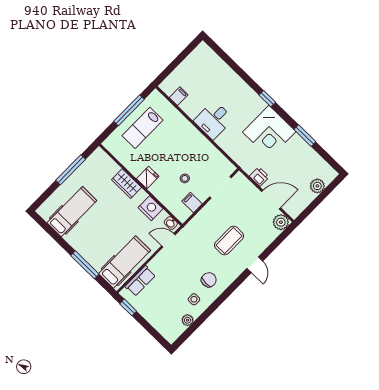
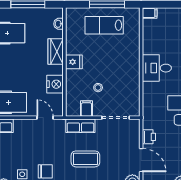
filing cabinet: (179, 96) -> (150, 13), moved
row of seats: (201, 220) -> (80, 126), added
washbasin: (171, 223) -> (58, 24), moved

